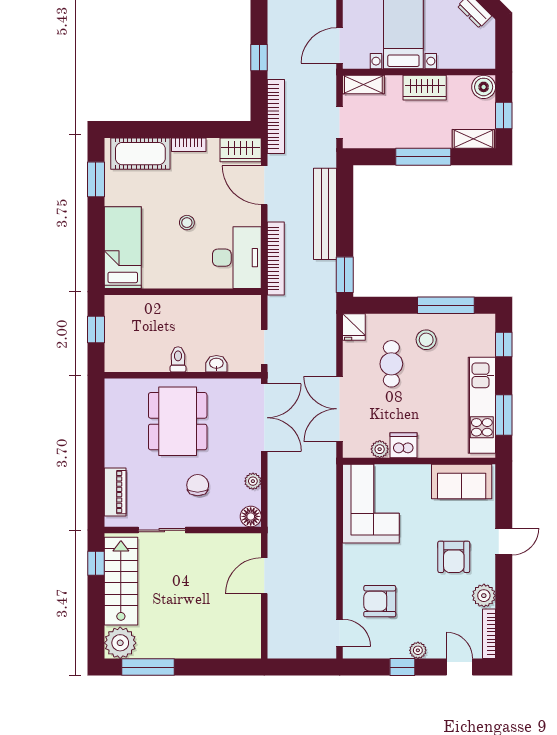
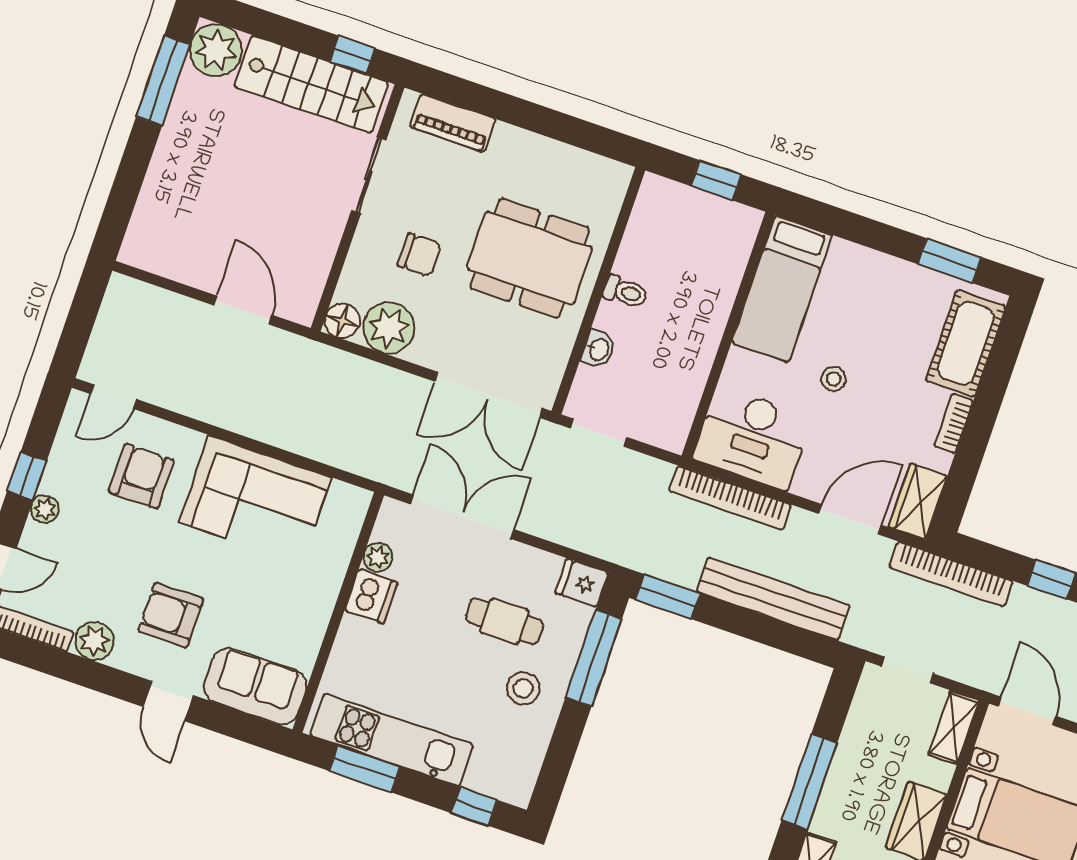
bed: (123, 248) -> (782, 289), moved, turned 90
window: (446, 305) -> (594, 658), moved
plant: (253, 481) -> (389, 328), width x1.88, depth x1.88
sofa: (462, 482) -> (255, 686), moved, turned 90
corner sofa: (371, 504) -> (255, 500), moved

